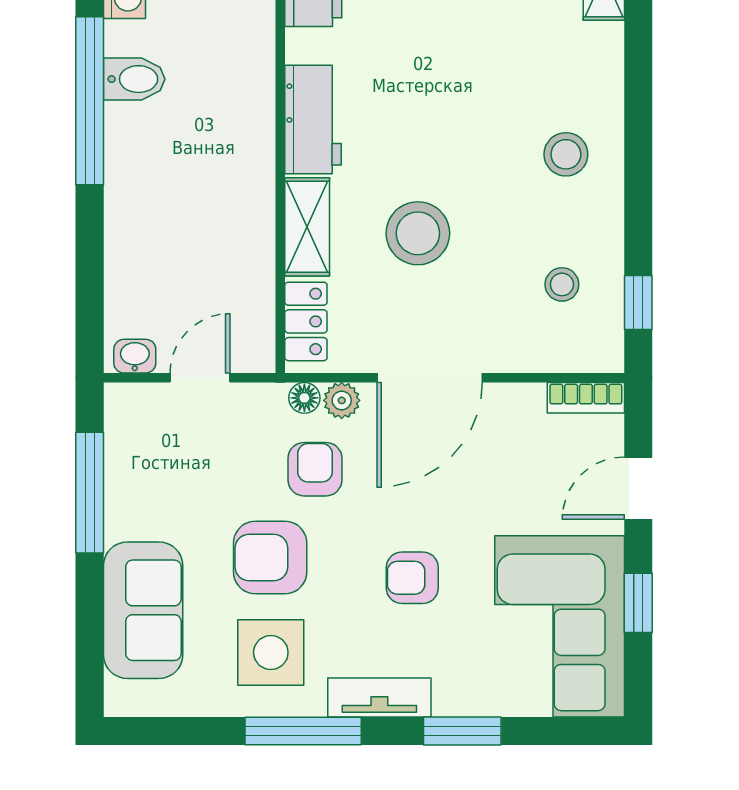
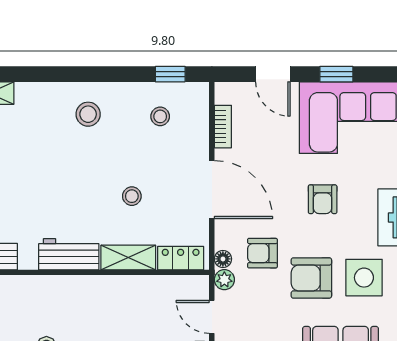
stool: (418, 233) -> (132, 196), width x0.53, depth x0.53
bookcase: (586, 398) -> (223, 127), moved
plant: (342, 400) -> (224, 280), moved
armchair: (270, 558) -> (311, 278), turned 90

